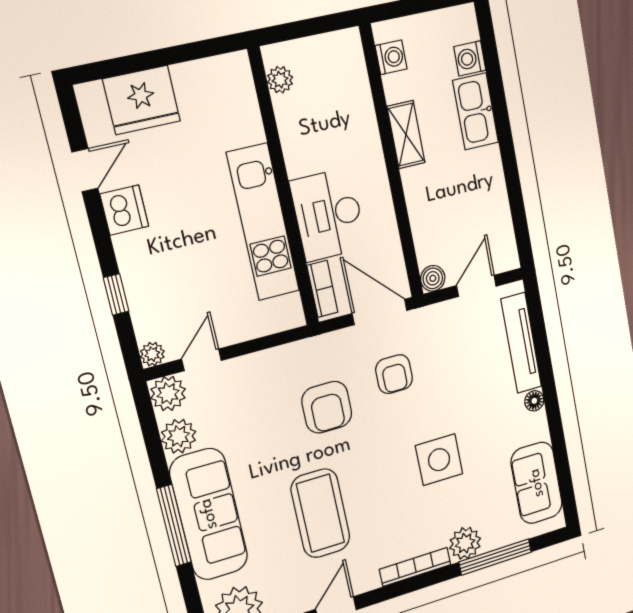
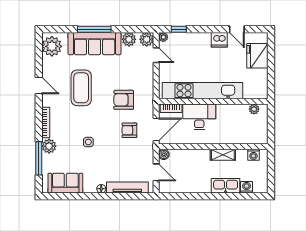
kitchen unit: (263, 222) -> (202, 91), width x1.36
window: (116, 295) -> (179, 29), moved
side table: (439, 460) -> (88, 142), width x0.54, depth x0.54
coffee table: (320, 513) -> (81, 88), turned 90

